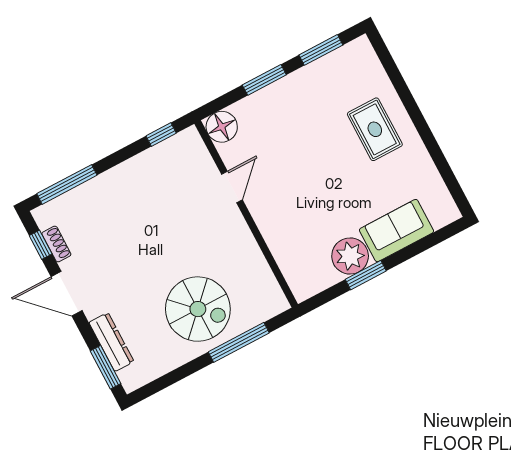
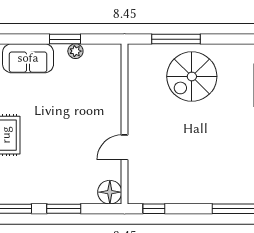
plant: (350, 256) -> (75, 51), width x0.53, depth x0.53
spiral stairs: (198, 309) -> (192, 76), turned -90

